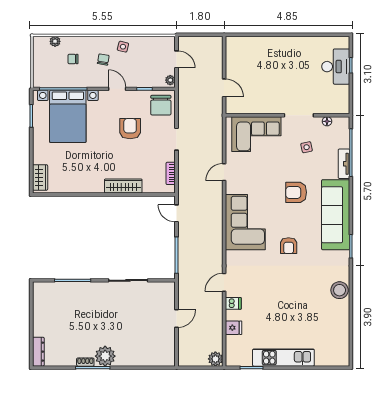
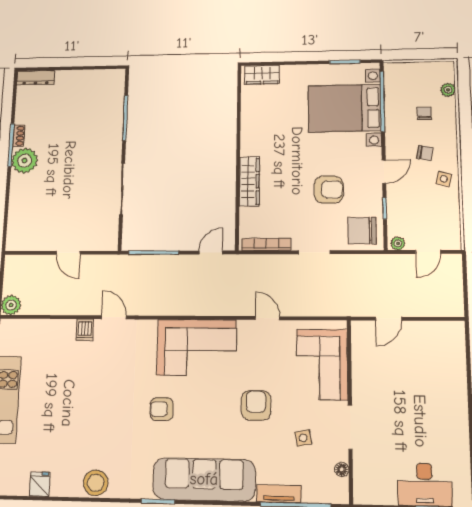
bookcase: (171, 173) -> (266, 244), width x1.56
armchair: (296, 192) -> (256, 405), moved
fridge: (234, 328) -> (40, 484), moved, turned 180

